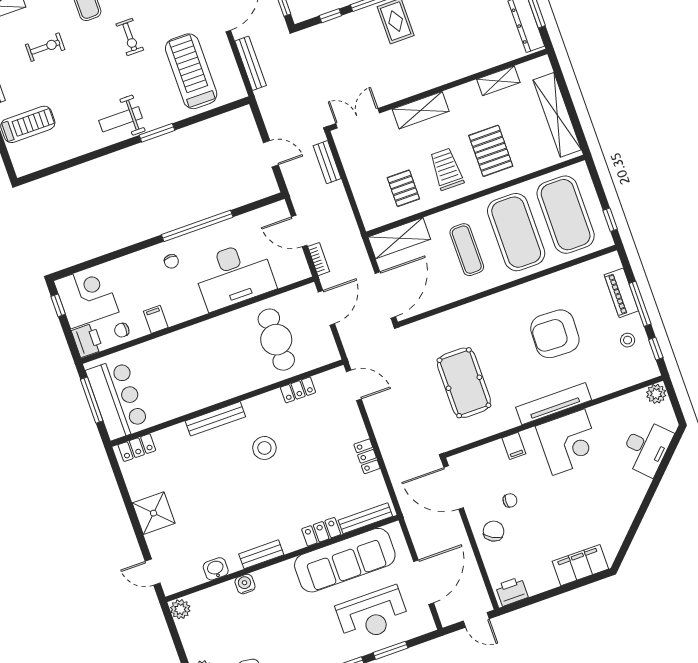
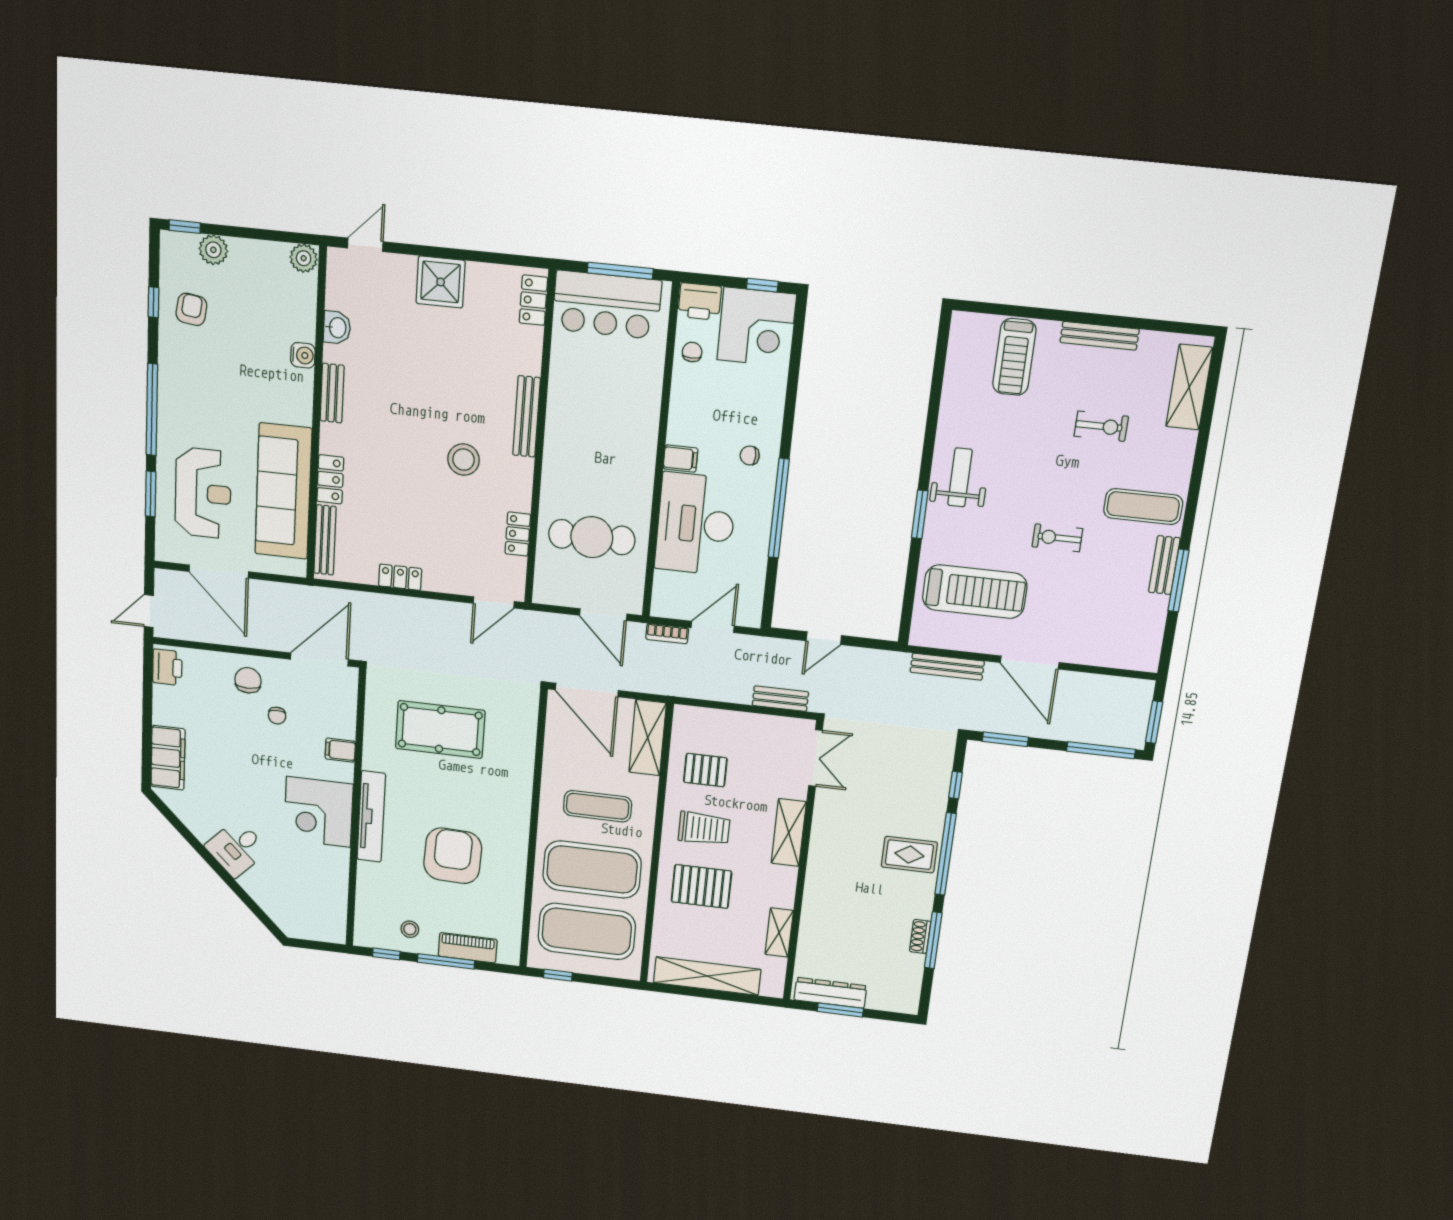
exercise bike: (45, 47) -> (1101, 426), turned -90
filing cabinet: (156, 319) -> (680, 459), moved
plant: (656, 394) -> (334, 930), removed
desk: (646, 448) -> (237, 848), moved, width x0.73
chair: (494, 531) -> (248, 680), turned -119
reception desk: (372, 614) -> (203, 493), turned 180

